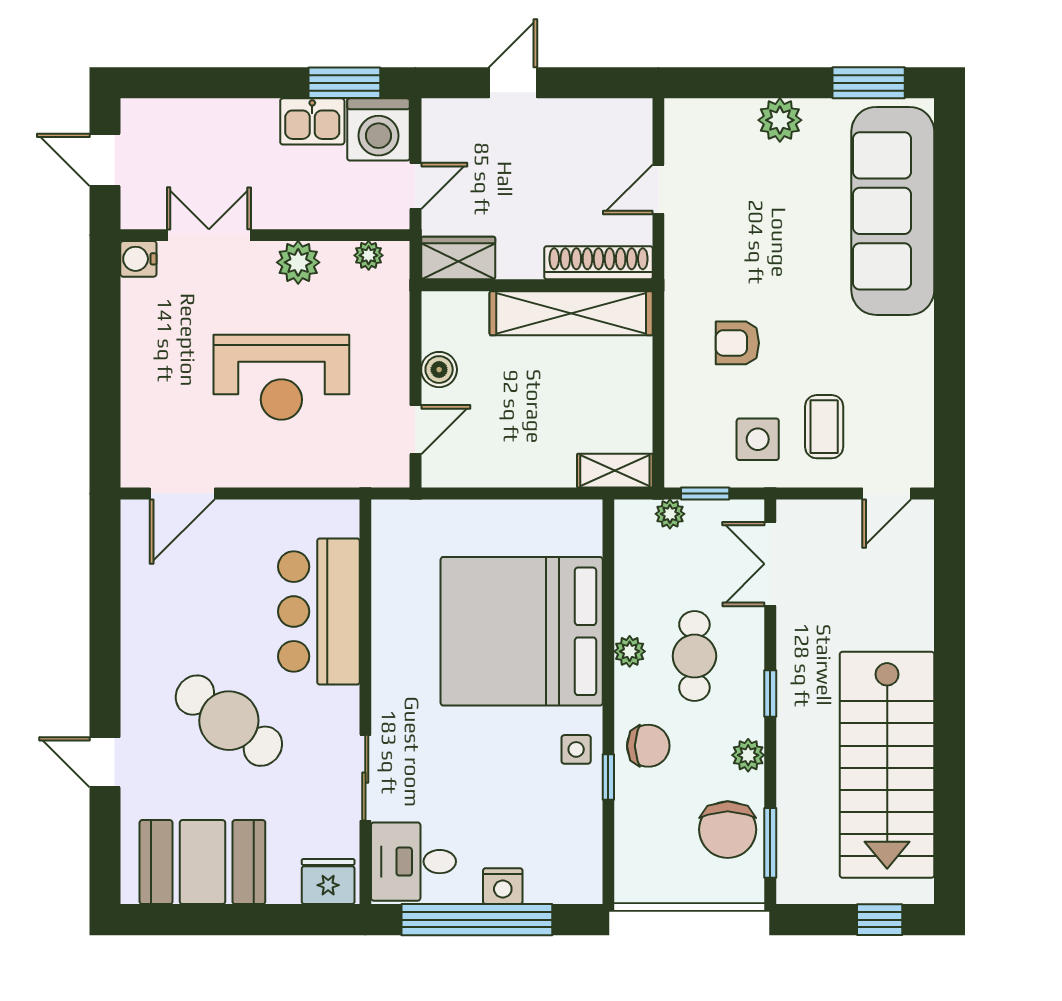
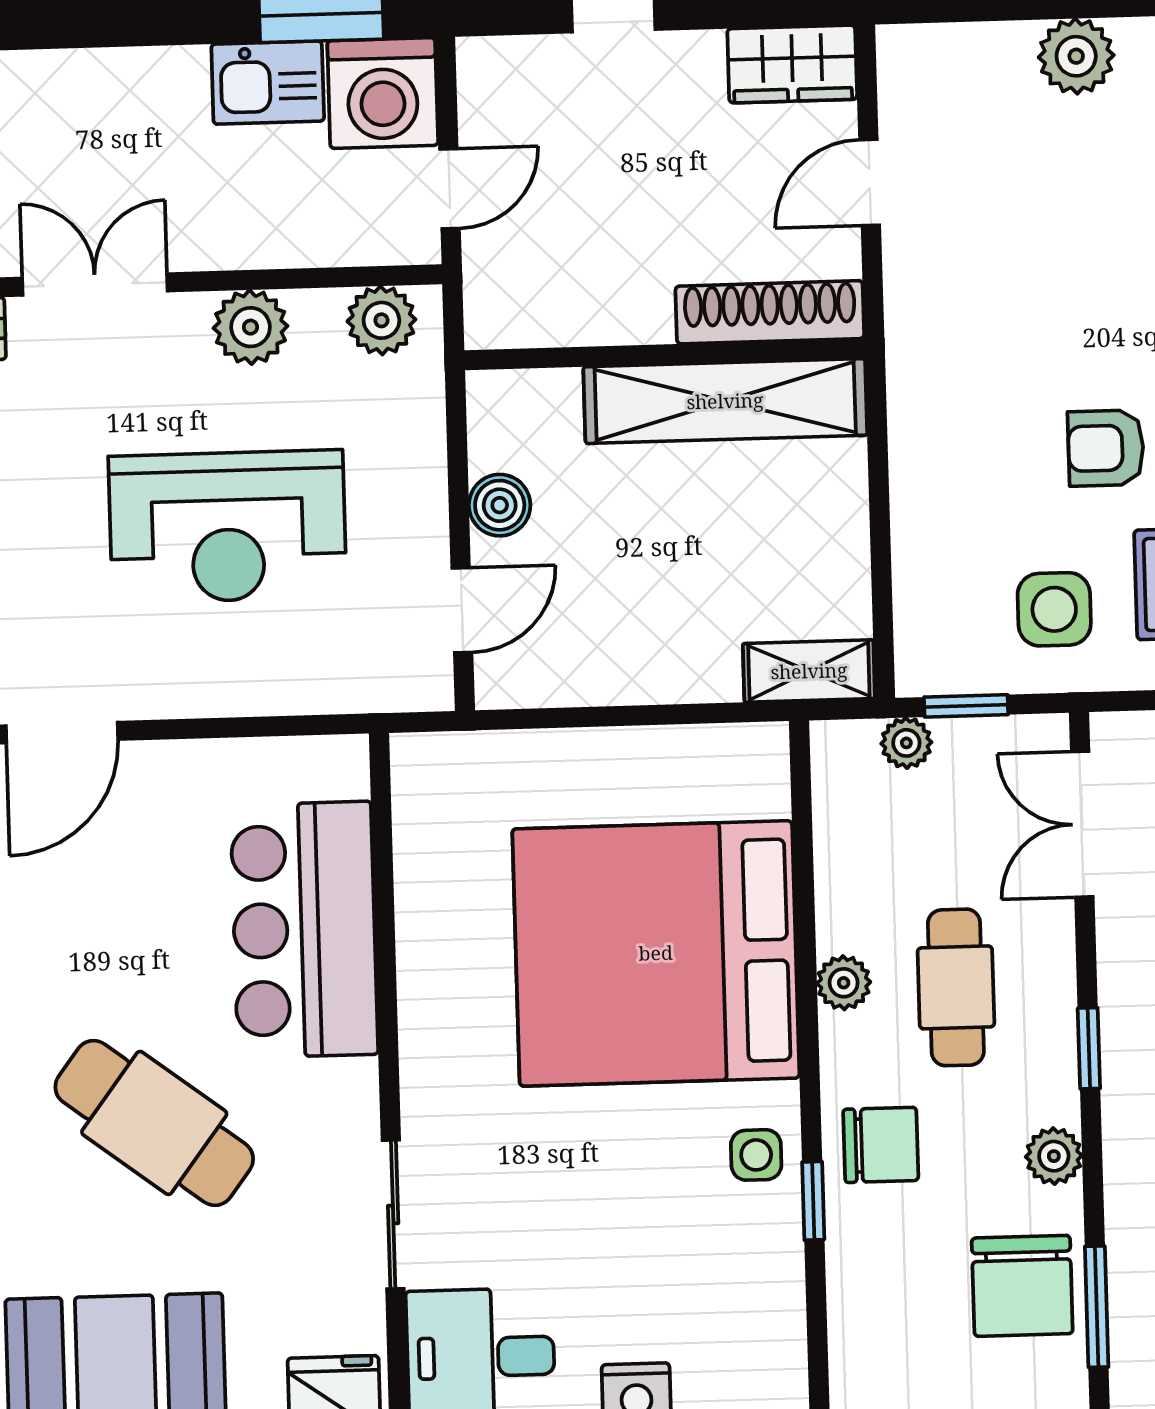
plant: (369, 255) -> (381, 320), width x1.38, depth x1.38
wardrobe: (458, 258) -> (792, 64), moved, turned 180
armchair: (737, 343) -> (1106, 448), moved

